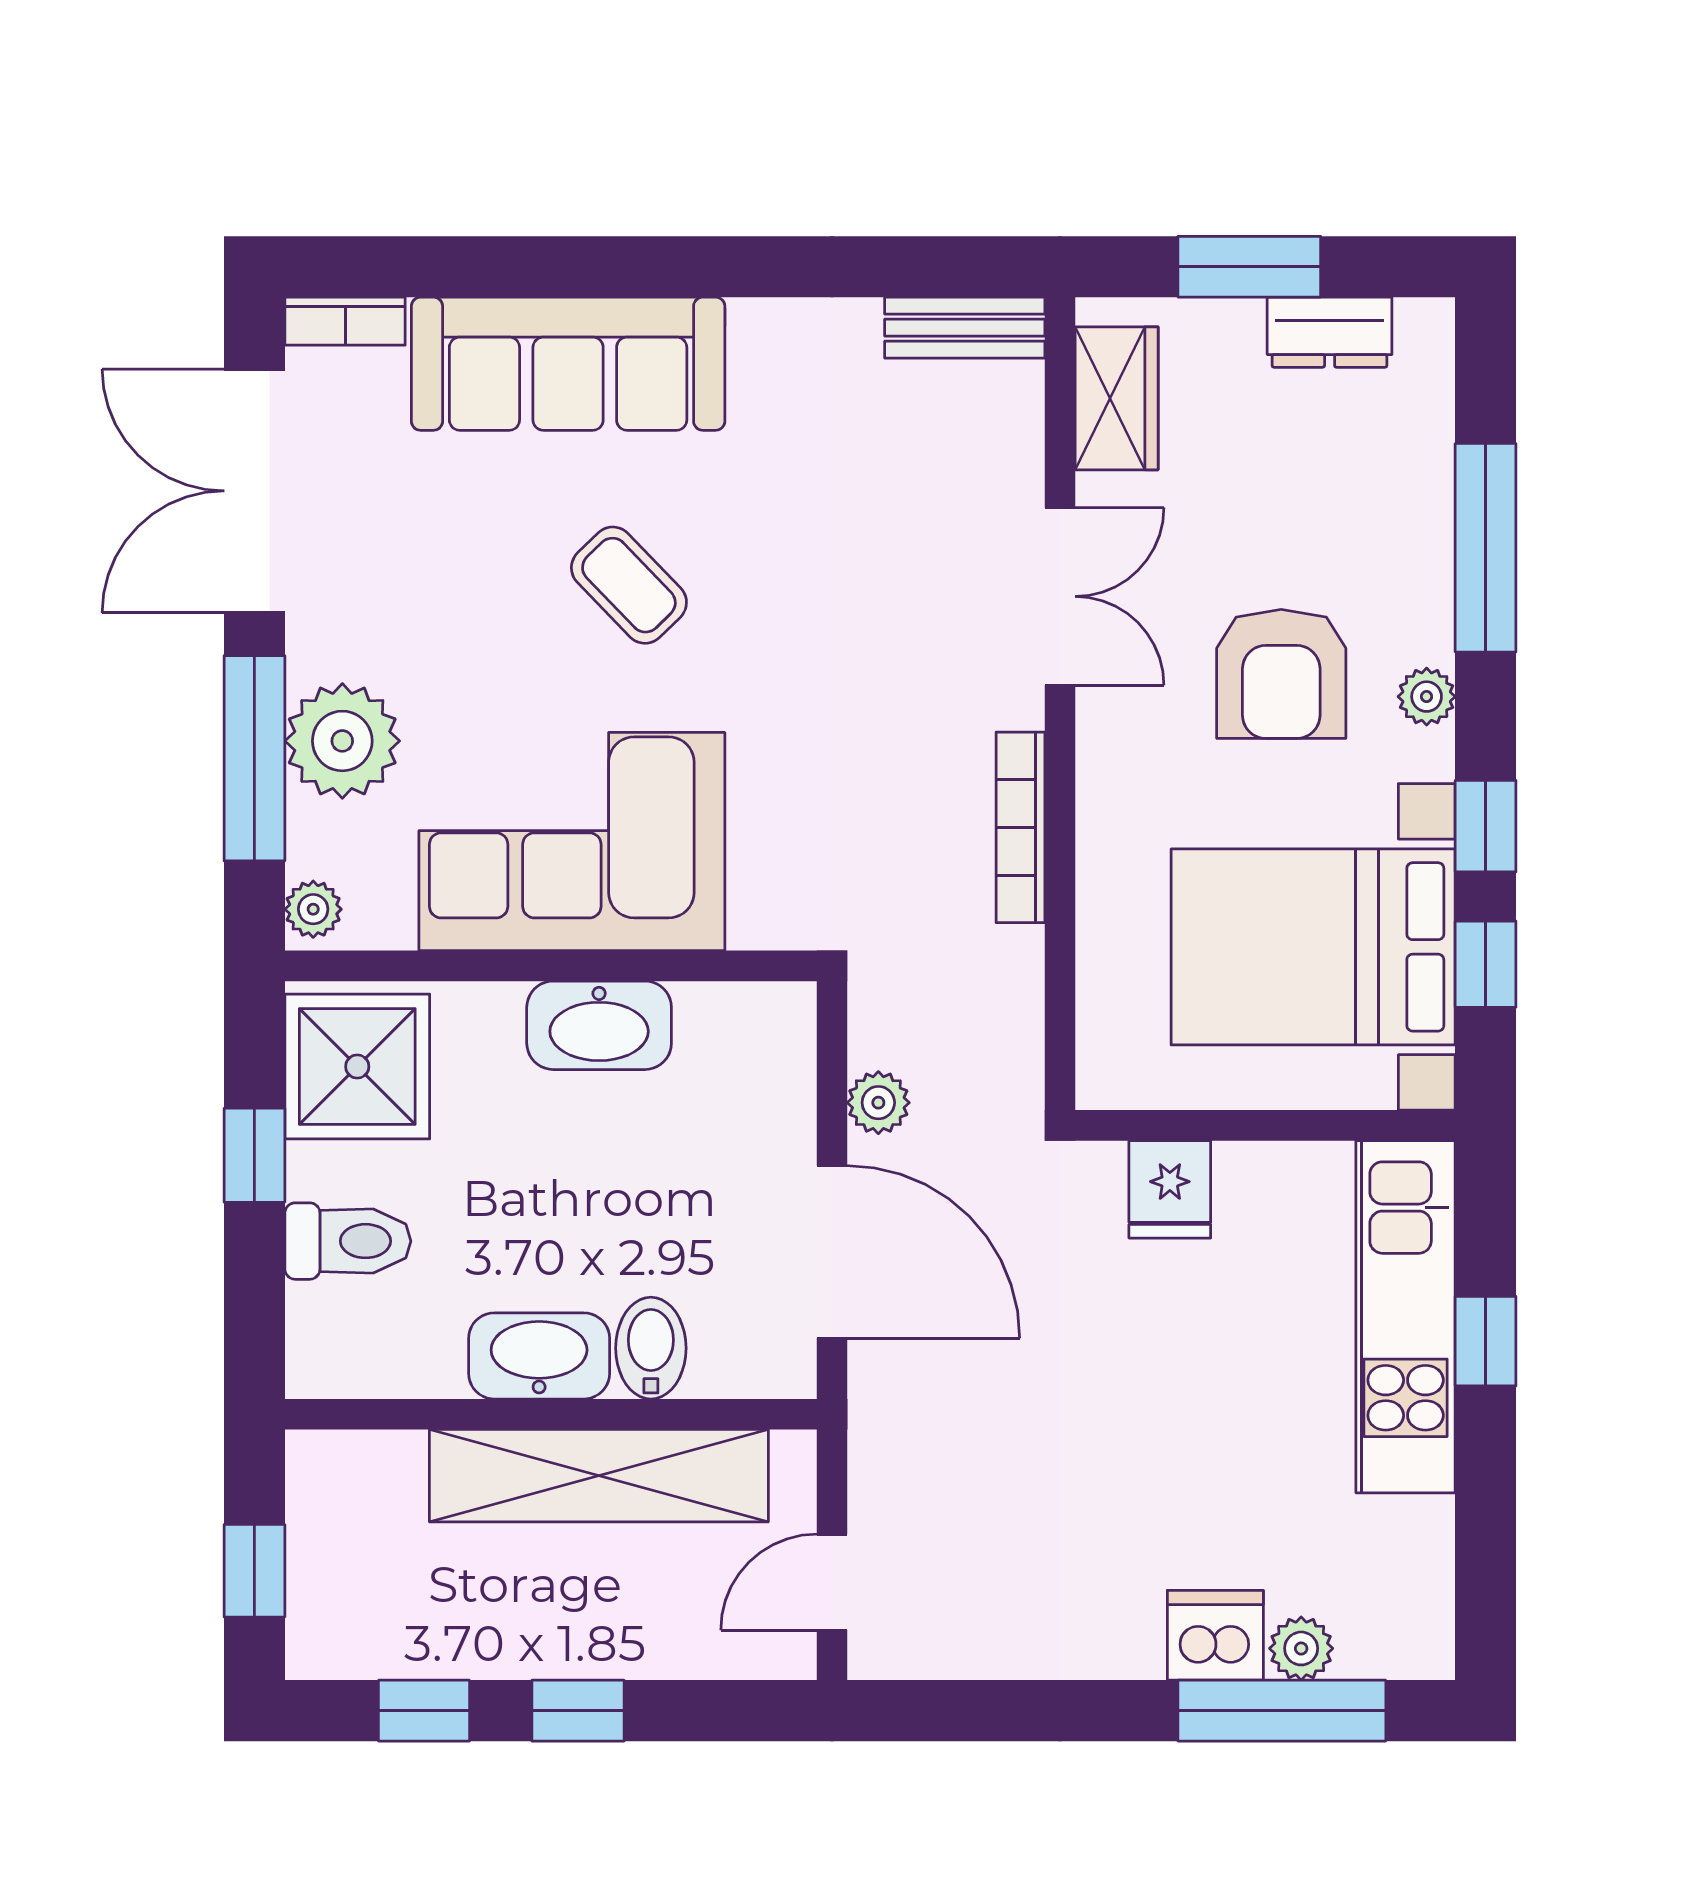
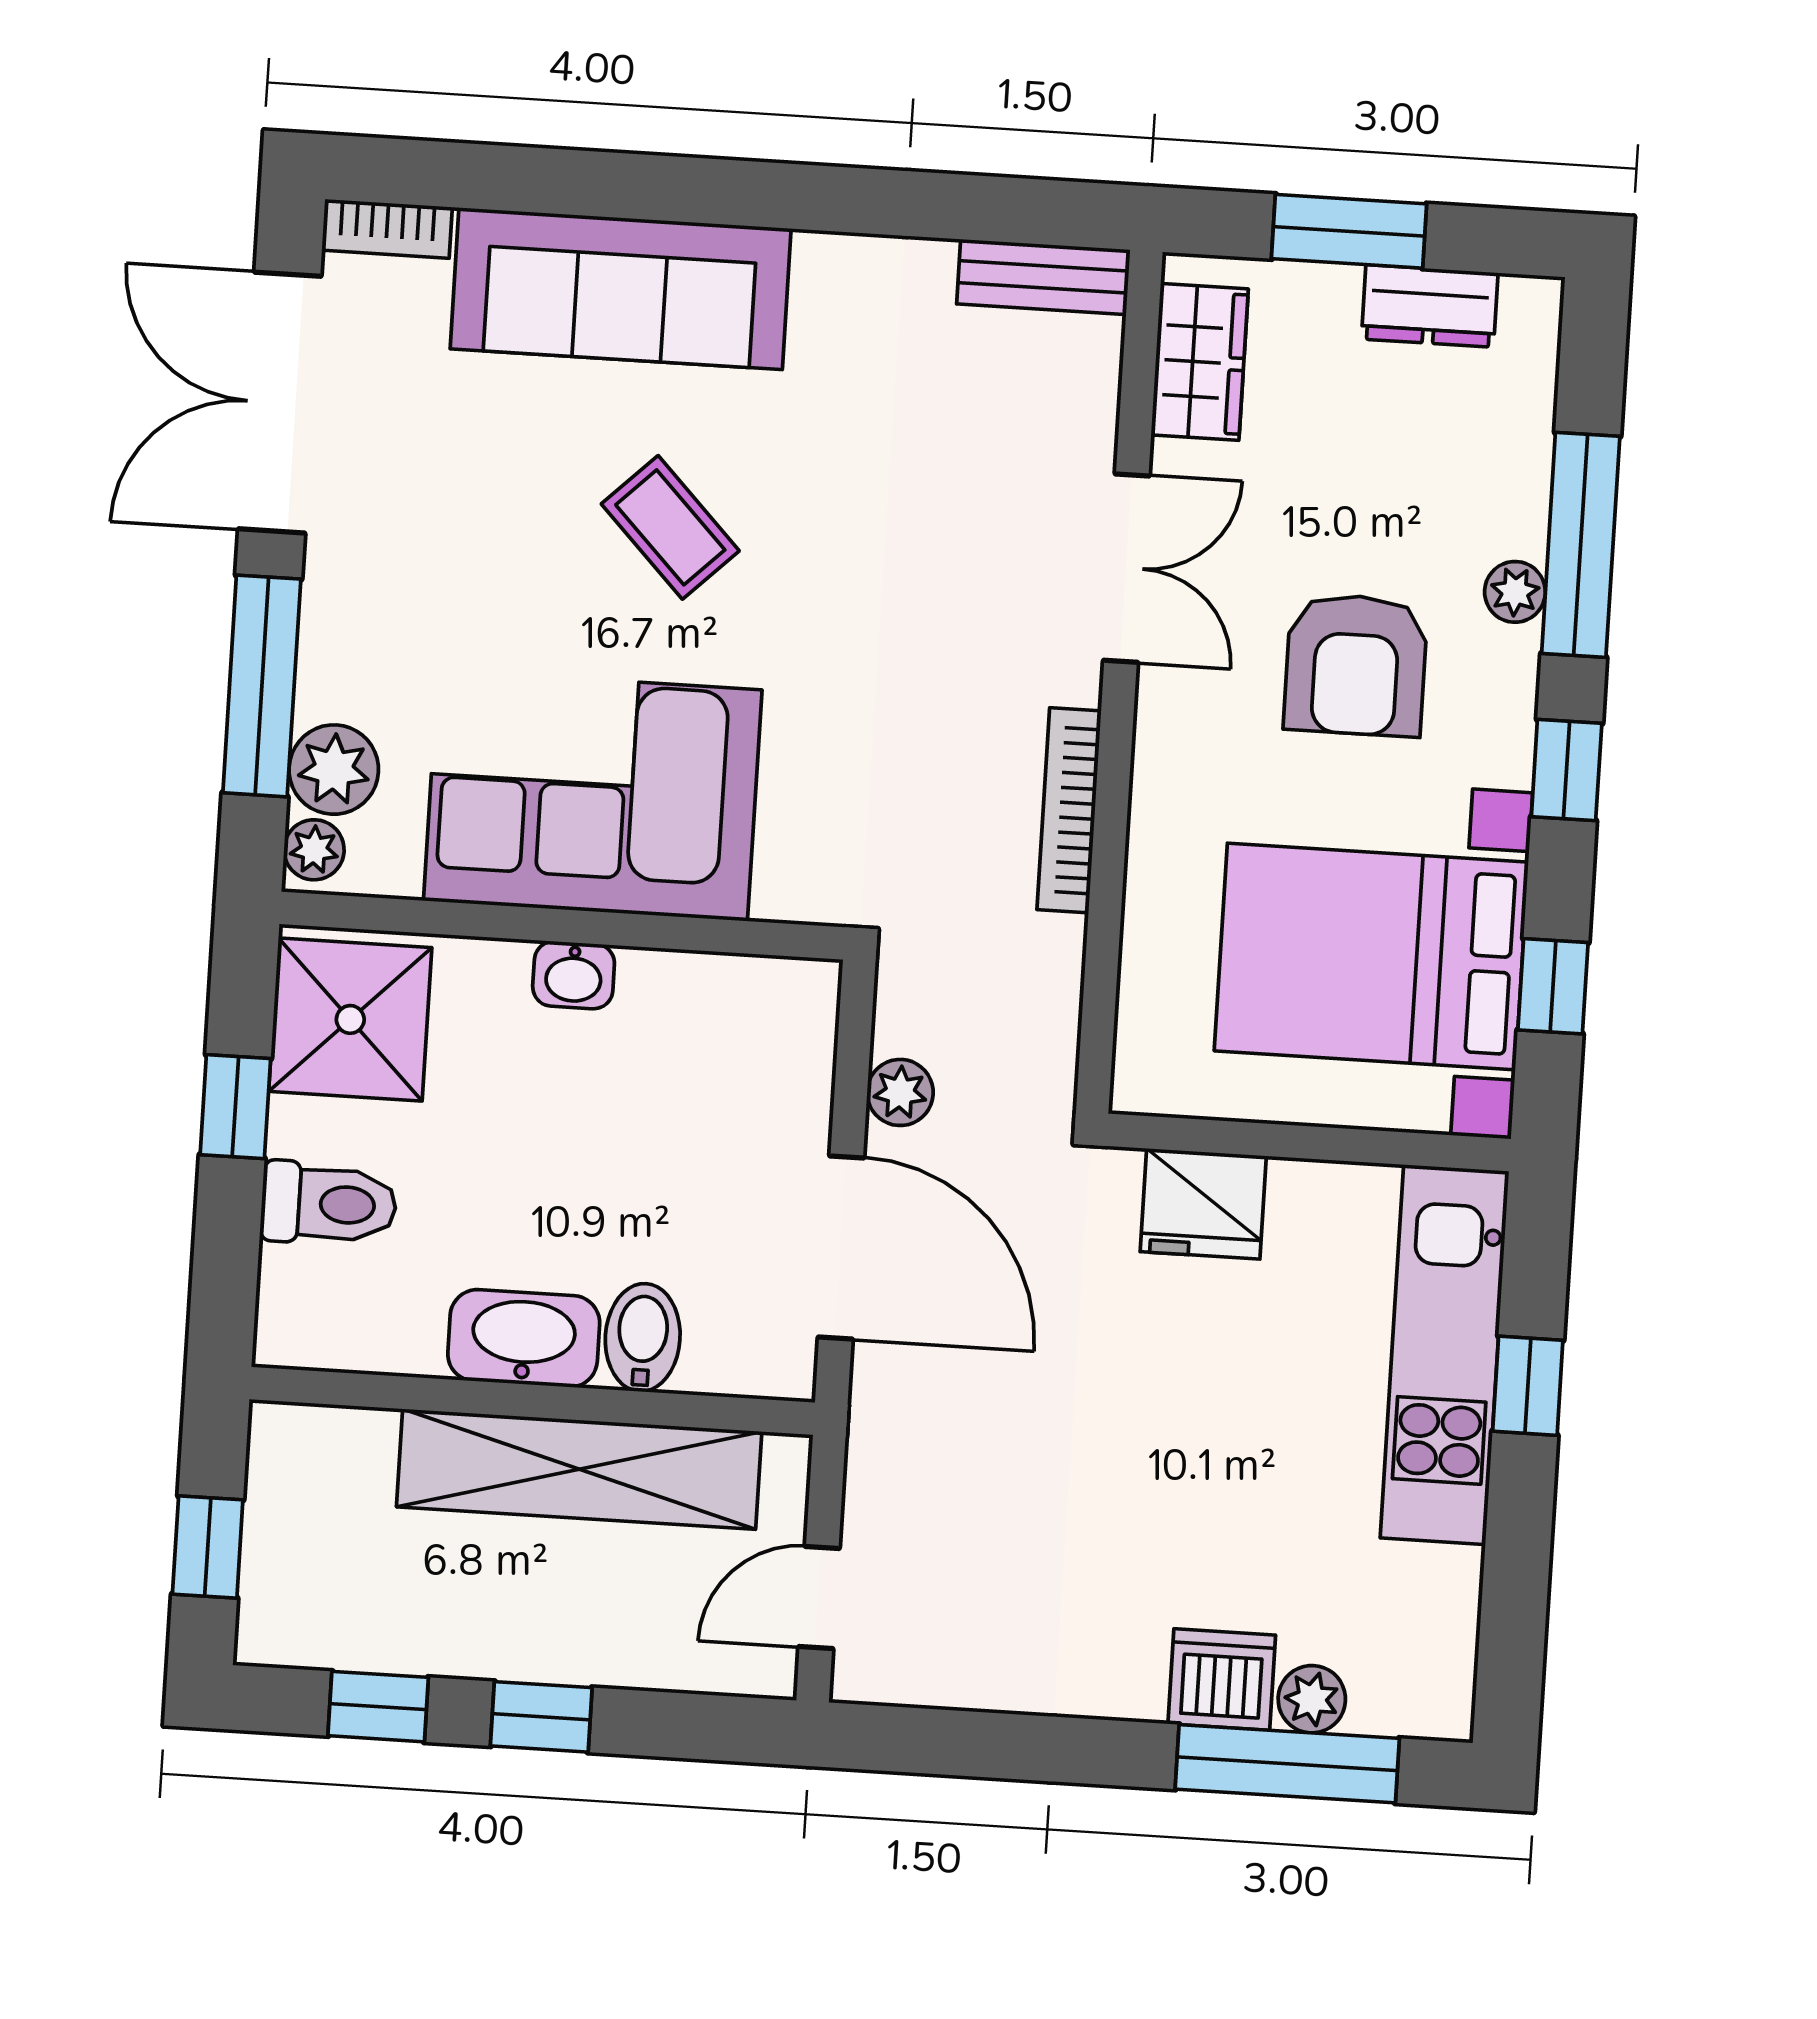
plant: (1427, 697) -> (1515, 592), moved
plant: (342, 741) -> (334, 770), moved, width x0.73, depth x0.73
window: (1486, 826) -> (1567, 770), moved
washbasin: (599, 1025) -> (574, 975), width x0.52, depth x0.69
fridge: (1170, 1189) -> (1203, 1204), width x1.38

